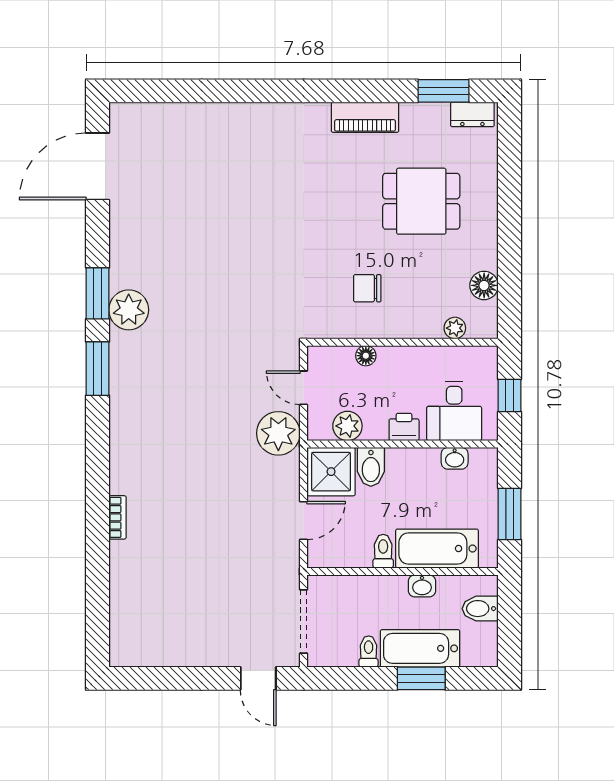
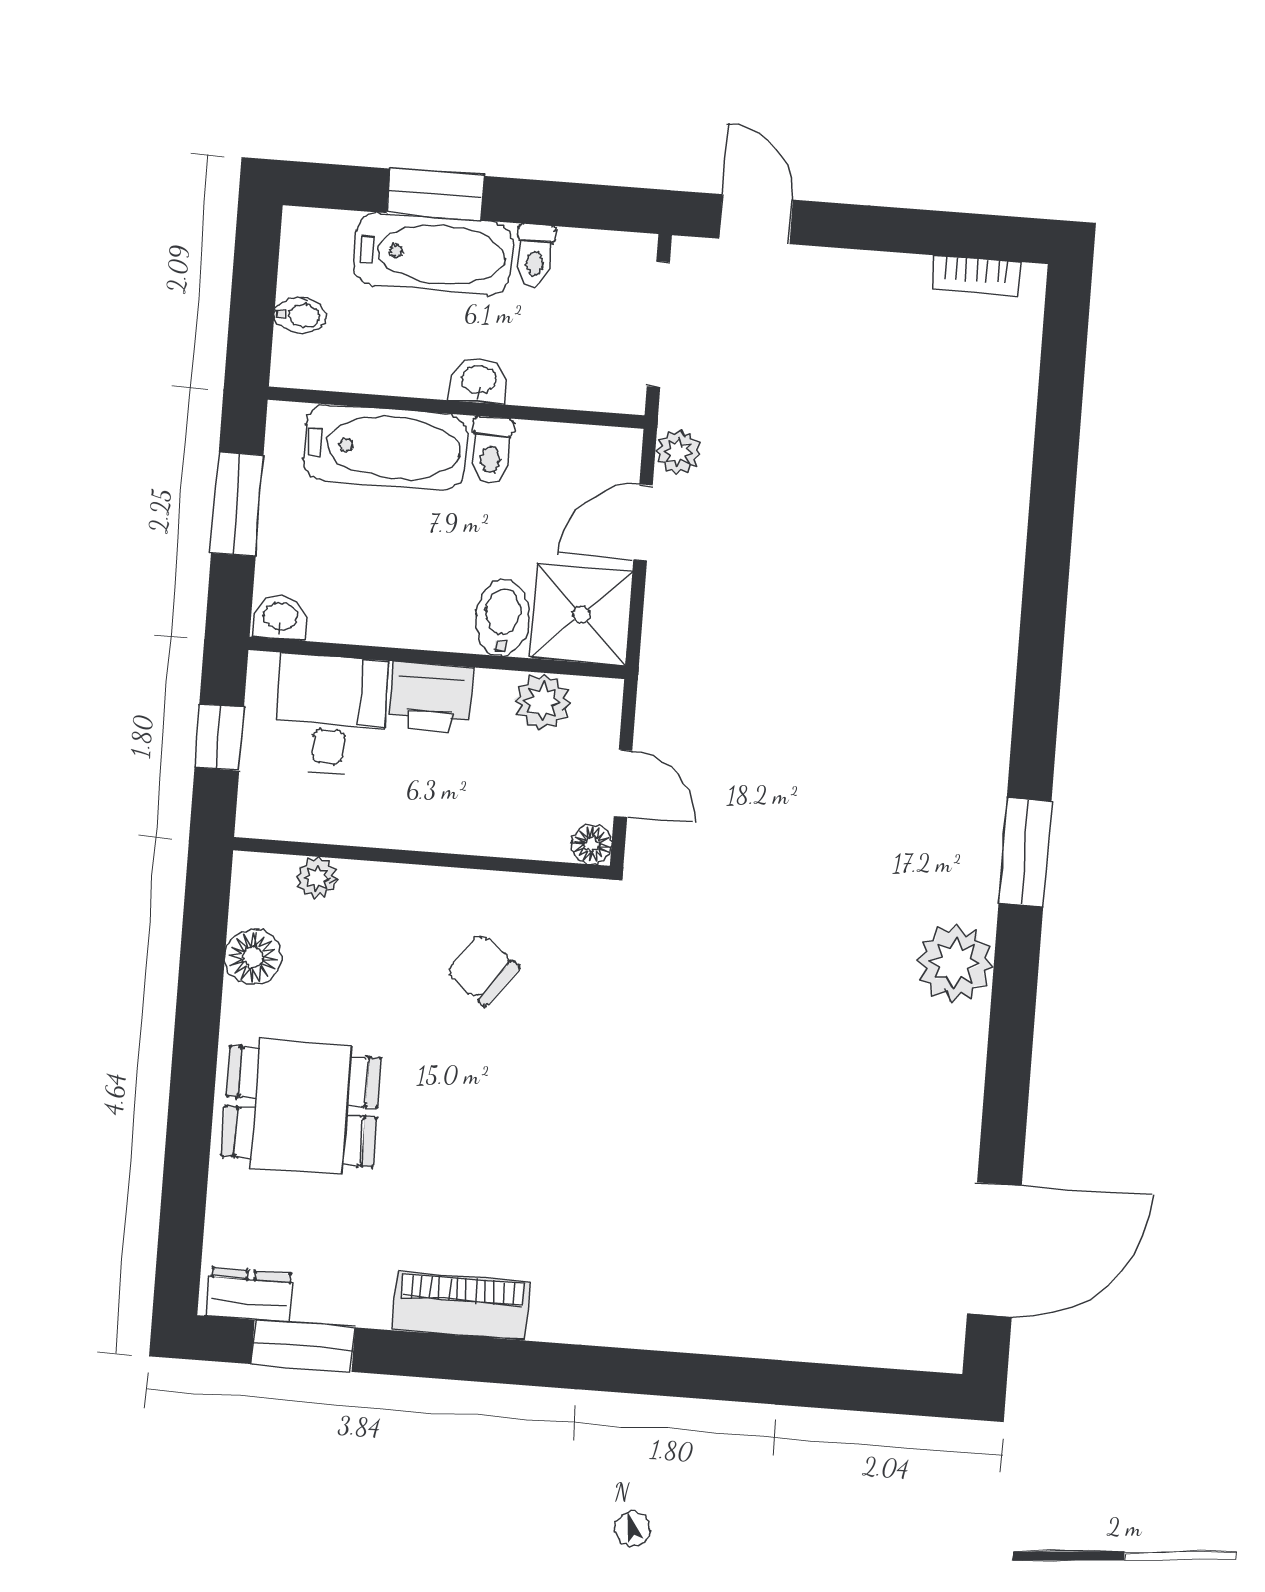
dining table: (421, 201) -> (301, 1107), moved
chair: (367, 288) -> (483, 969), turned -143
window: (97, 293) -> (1014, 1000), removed
floor lamp: (366, 356) -> (592, 844), moved
printer: (404, 427) -> (431, 698), width x1.36, depth x1.24
plant: (278, 433) -> (678, 453), moved, width x0.53, depth x0.53
washbasin: (455, 458) -> (280, 618), moved
bookcase: (117, 517) -> (976, 276), moved, turned -90
washbasin: (422, 586) -> (479, 381), moved
bidet: (480, 609) -> (300, 315), width x0.72, depth x0.74

